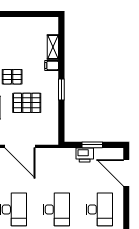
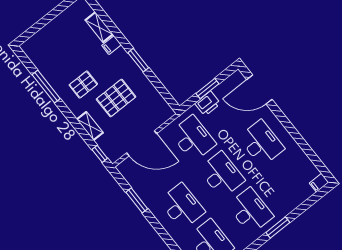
desk: (56, 170) -> (193, 139), added

